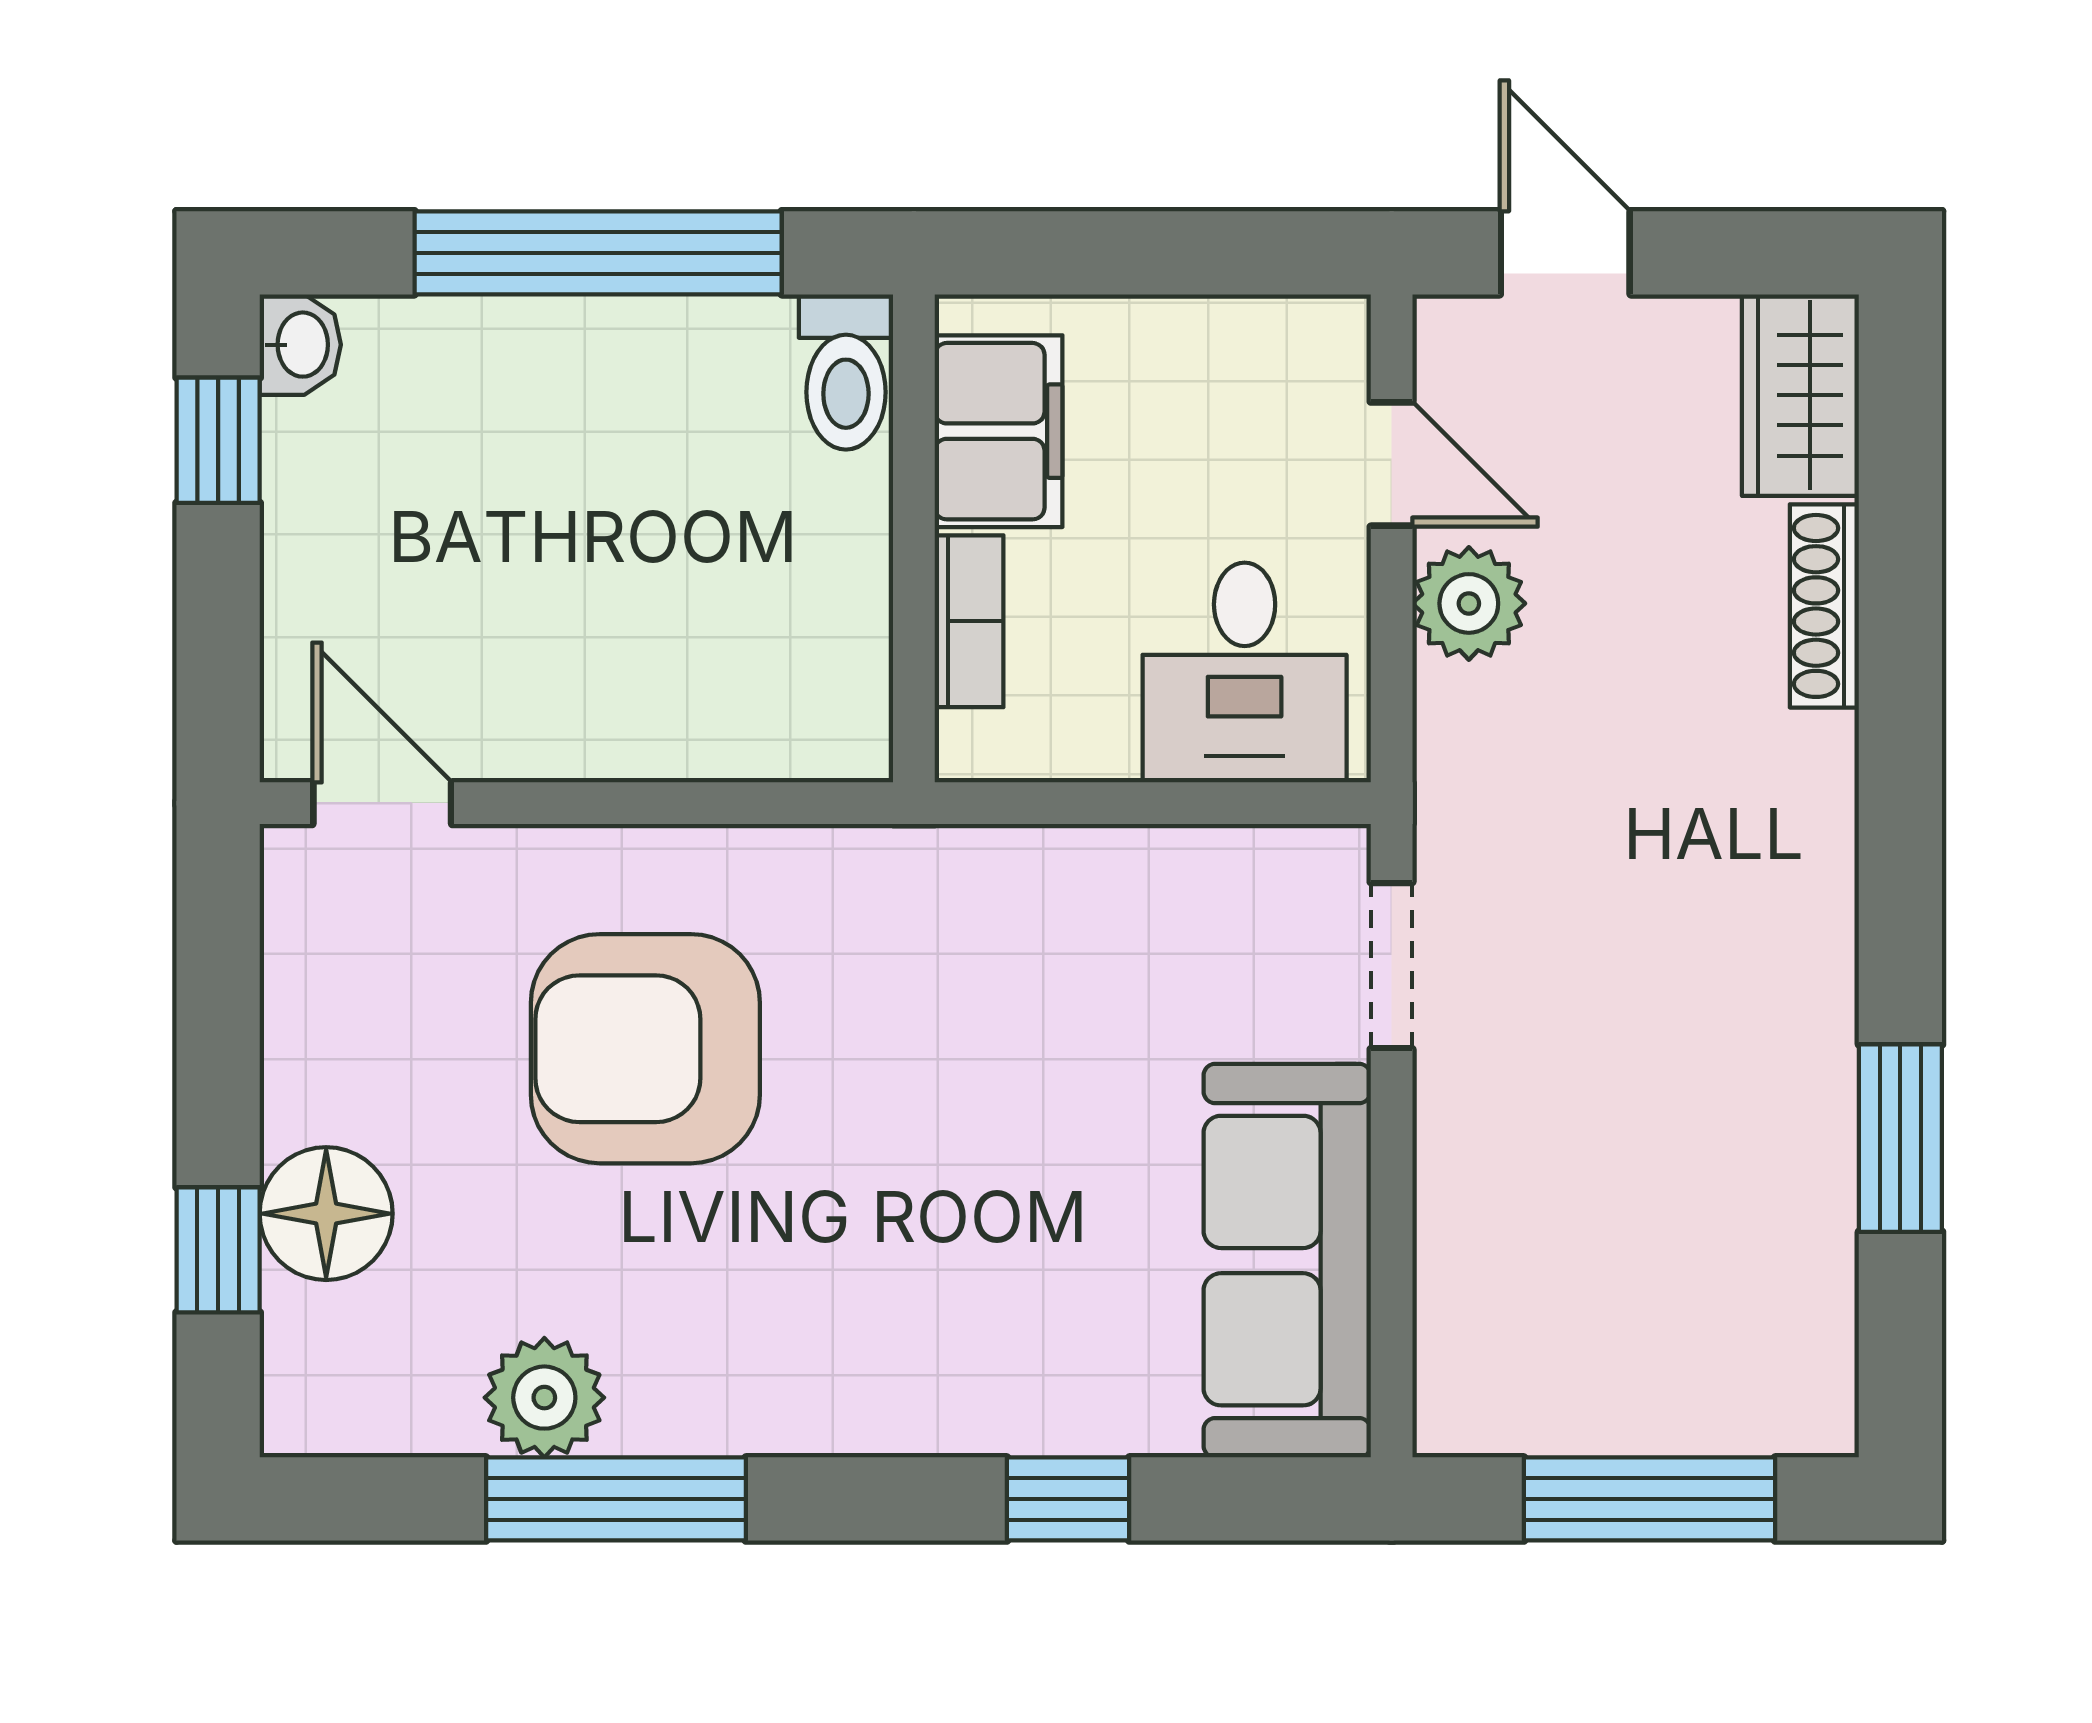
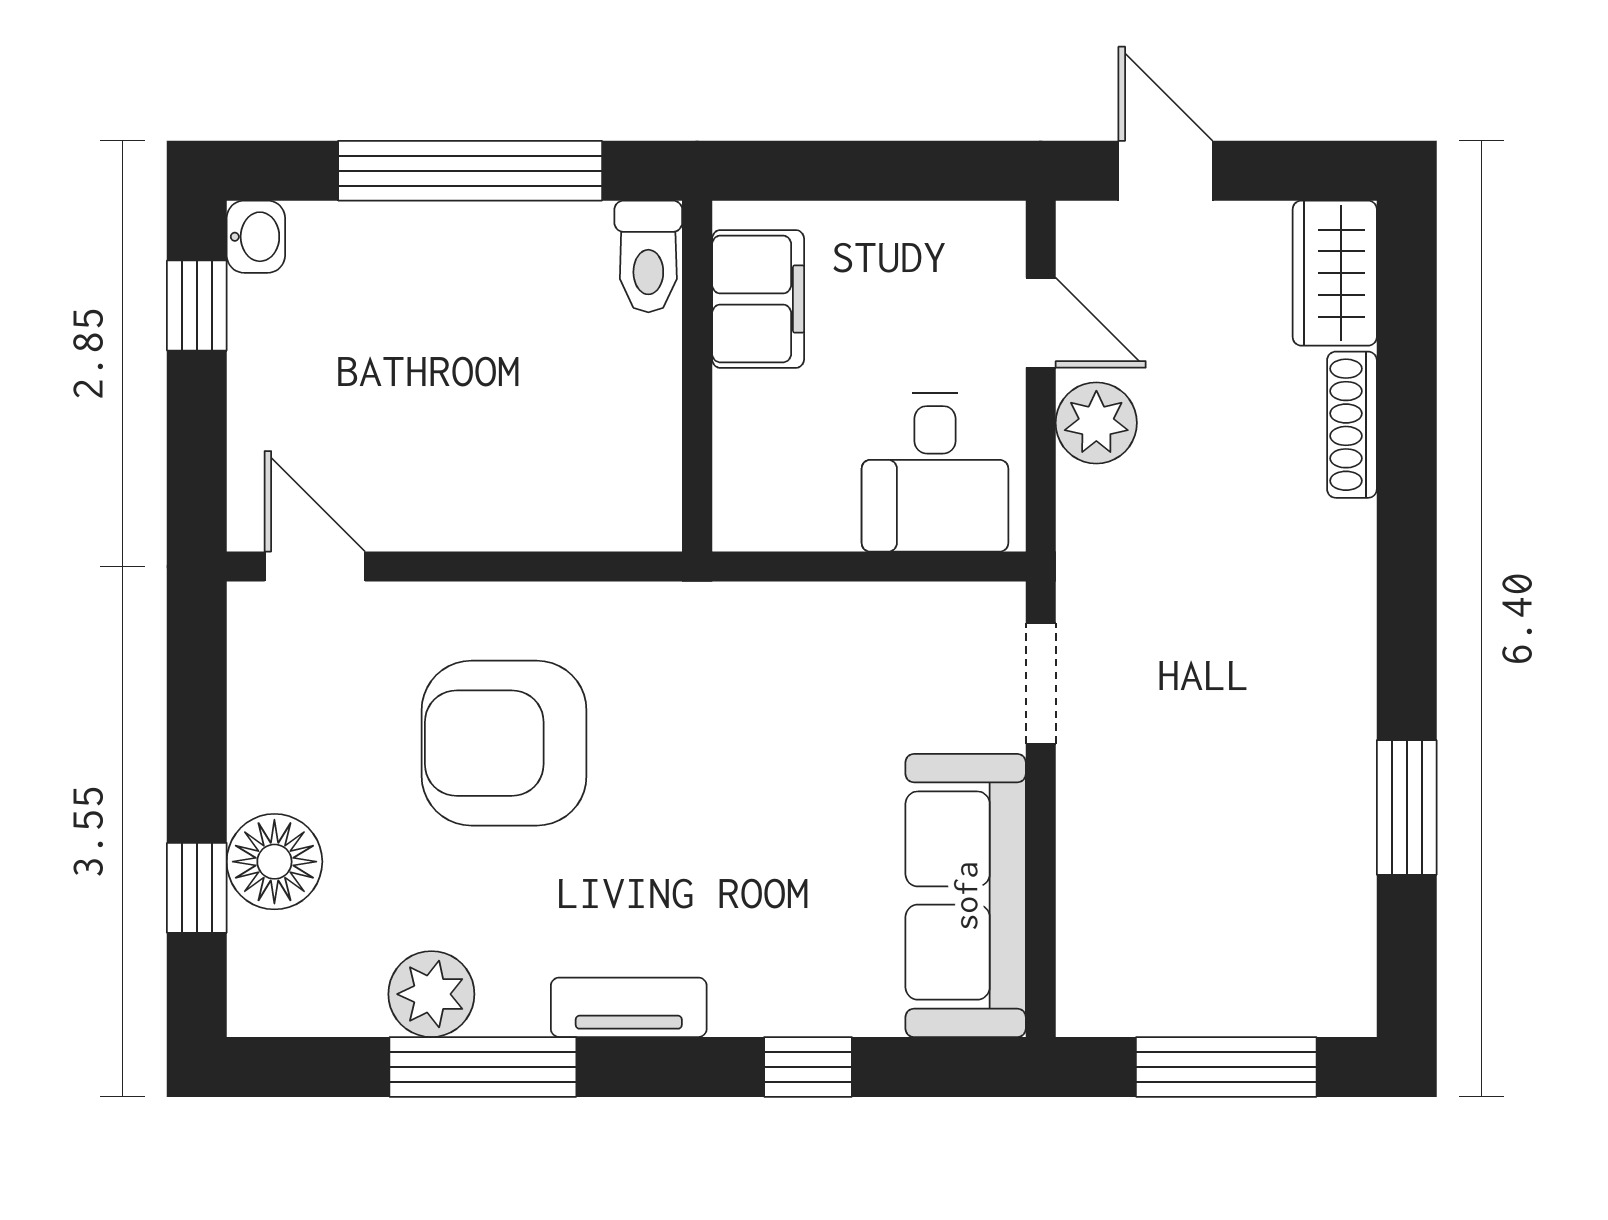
bookcase: (969, 621) -> (737, 436), removed
tv unit: (819, 1416) -> (629, 1007), added

